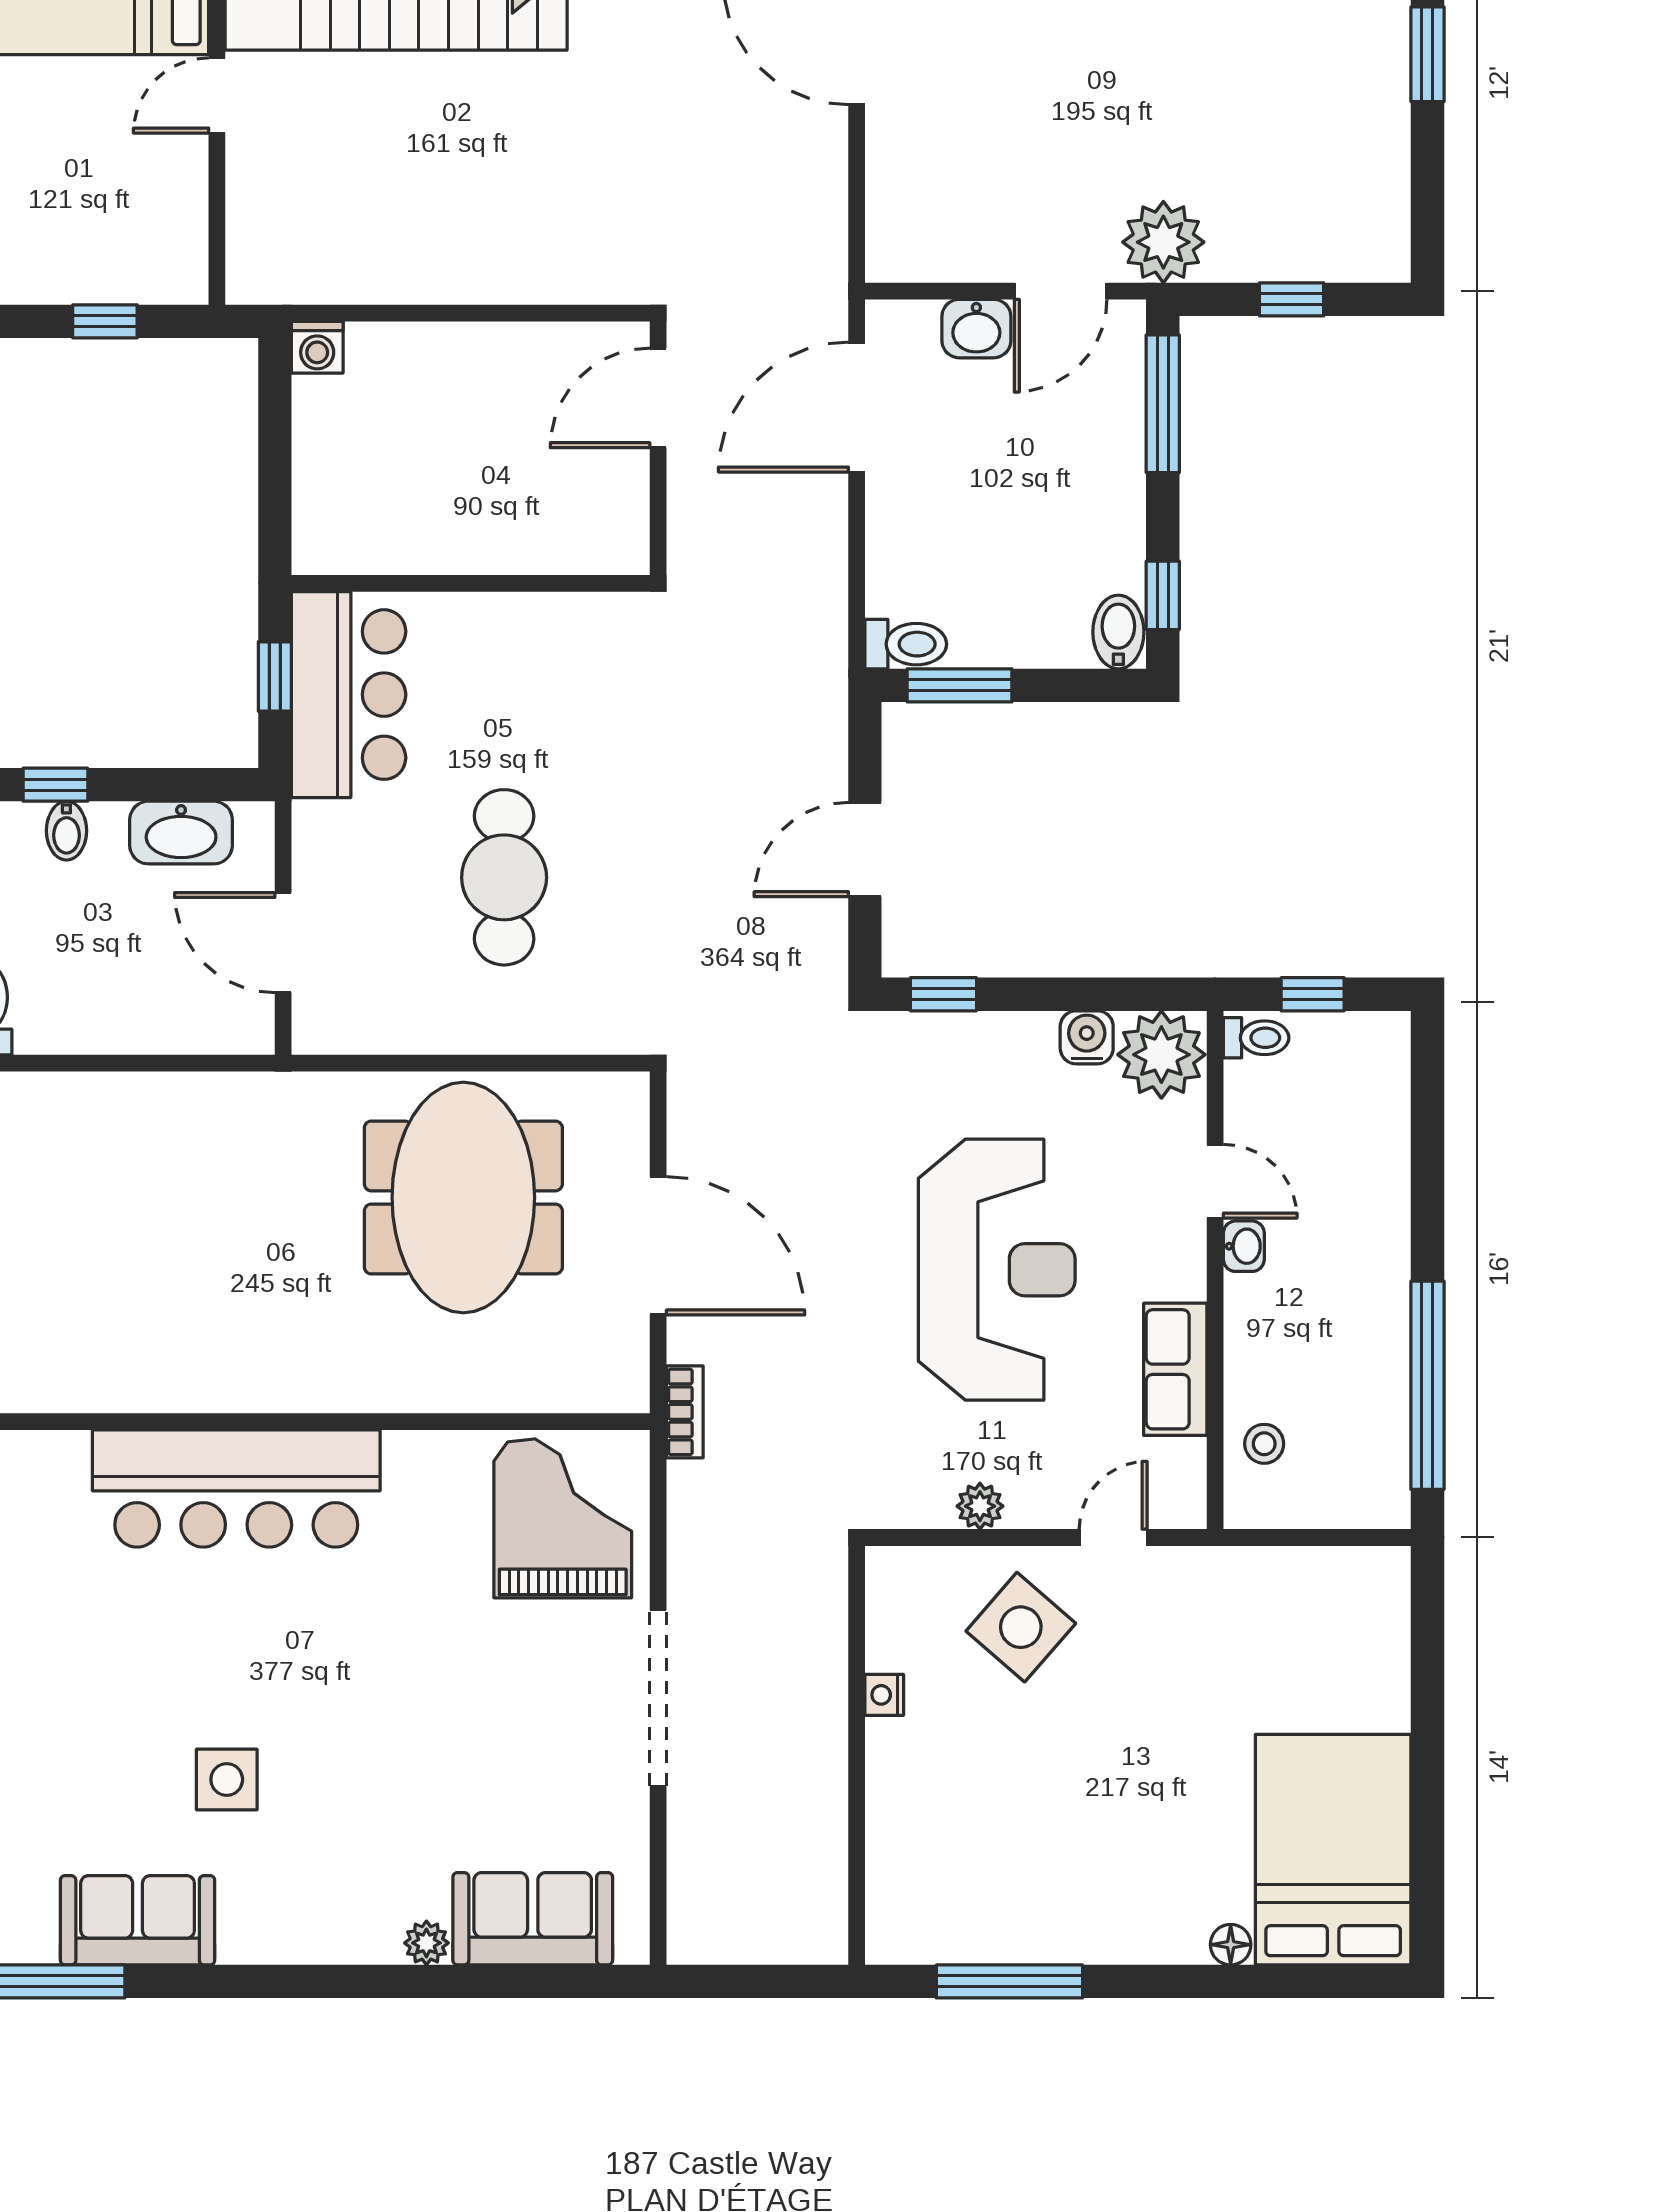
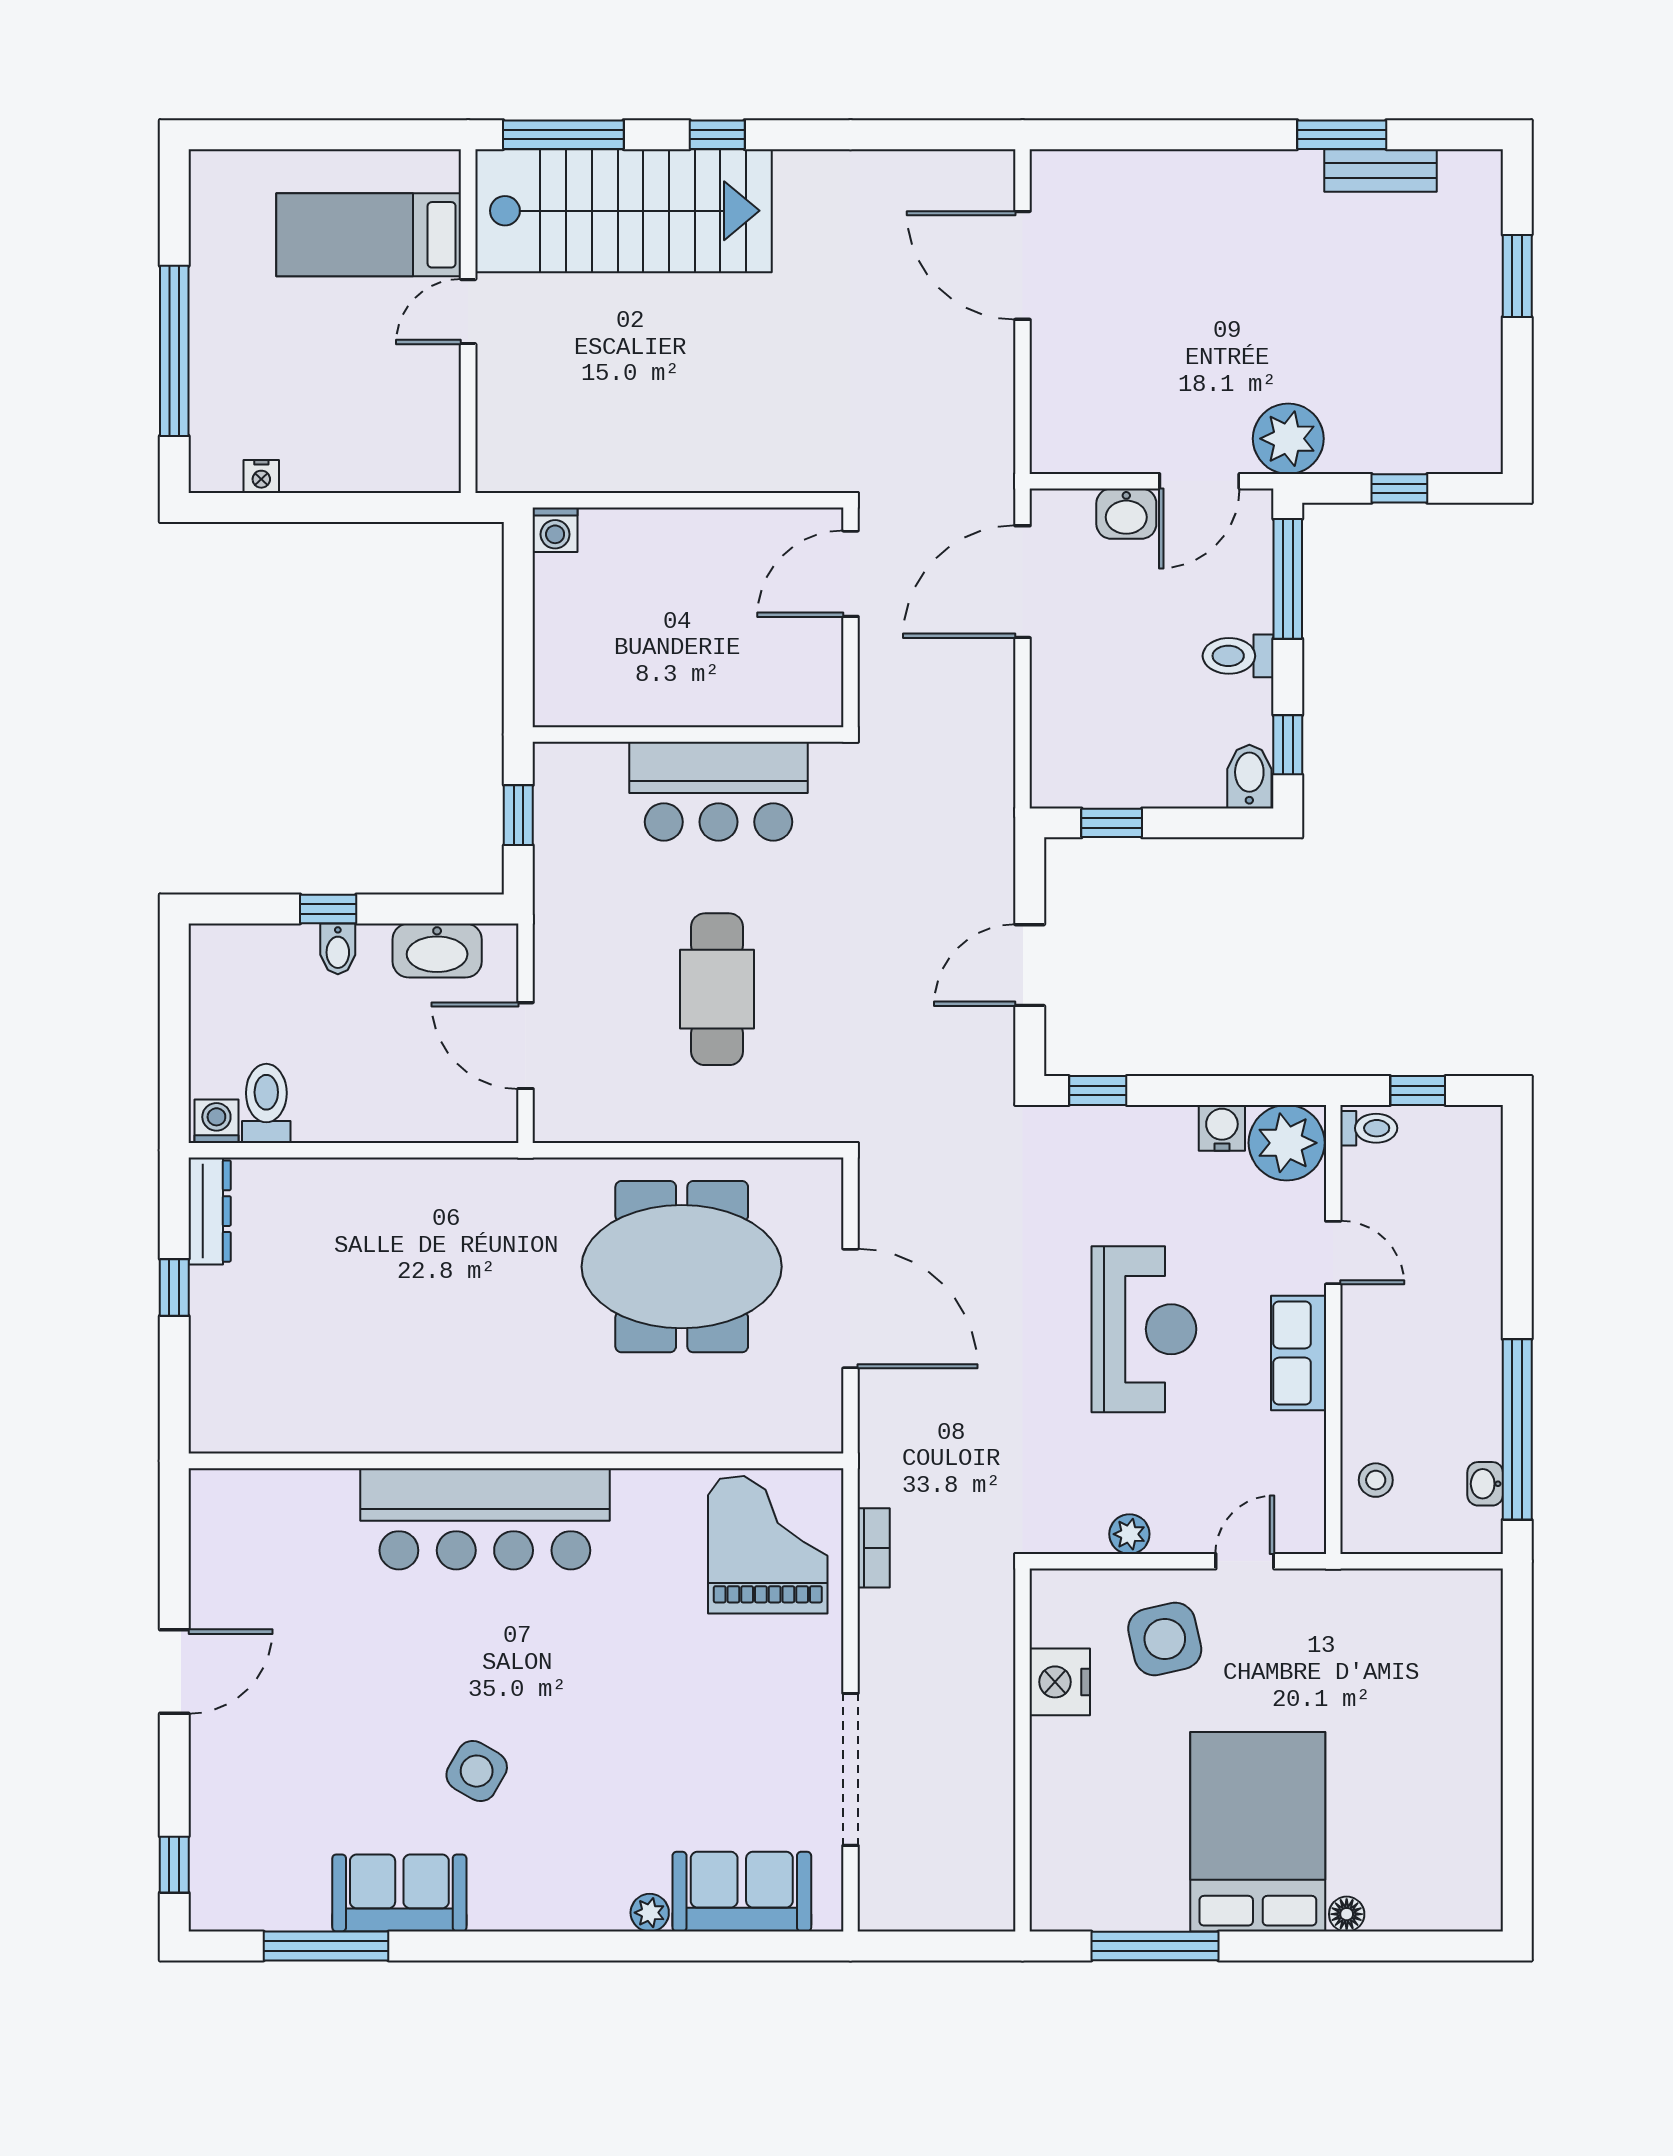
window: (105, 321) -> (371, 507), removed
toilet: (906, 644) -> (1238, 656), moved, turned 180
window: (960, 685) -> (1112, 823), width x0.67
bar counter: (349, 695) -> (719, 791), moved, turned 90
meeting table: (463, 1197) -> (682, 1267), turned 90
washbasin: (1244, 1246) -> (1485, 1484), moved, turned 180
reception desk: (997, 1270) -> (1144, 1329), width x0.74, depth x0.77
row of seats: (1175, 1369) -> (1299, 1353), moved
bookcase: (685, 1412) -> (874, 1548), moved
side table: (1021, 1627) -> (1165, 1639), turned 36
nightstand: (884, 1695) -> (1060, 1682), width x1.89, depth x1.79
doorway: (658, 1698) -> (850, 1769), moved
side table: (227, 1779) -> (477, 1771), turned 30
bed: (1333, 1850) -> (1258, 1832), moved

